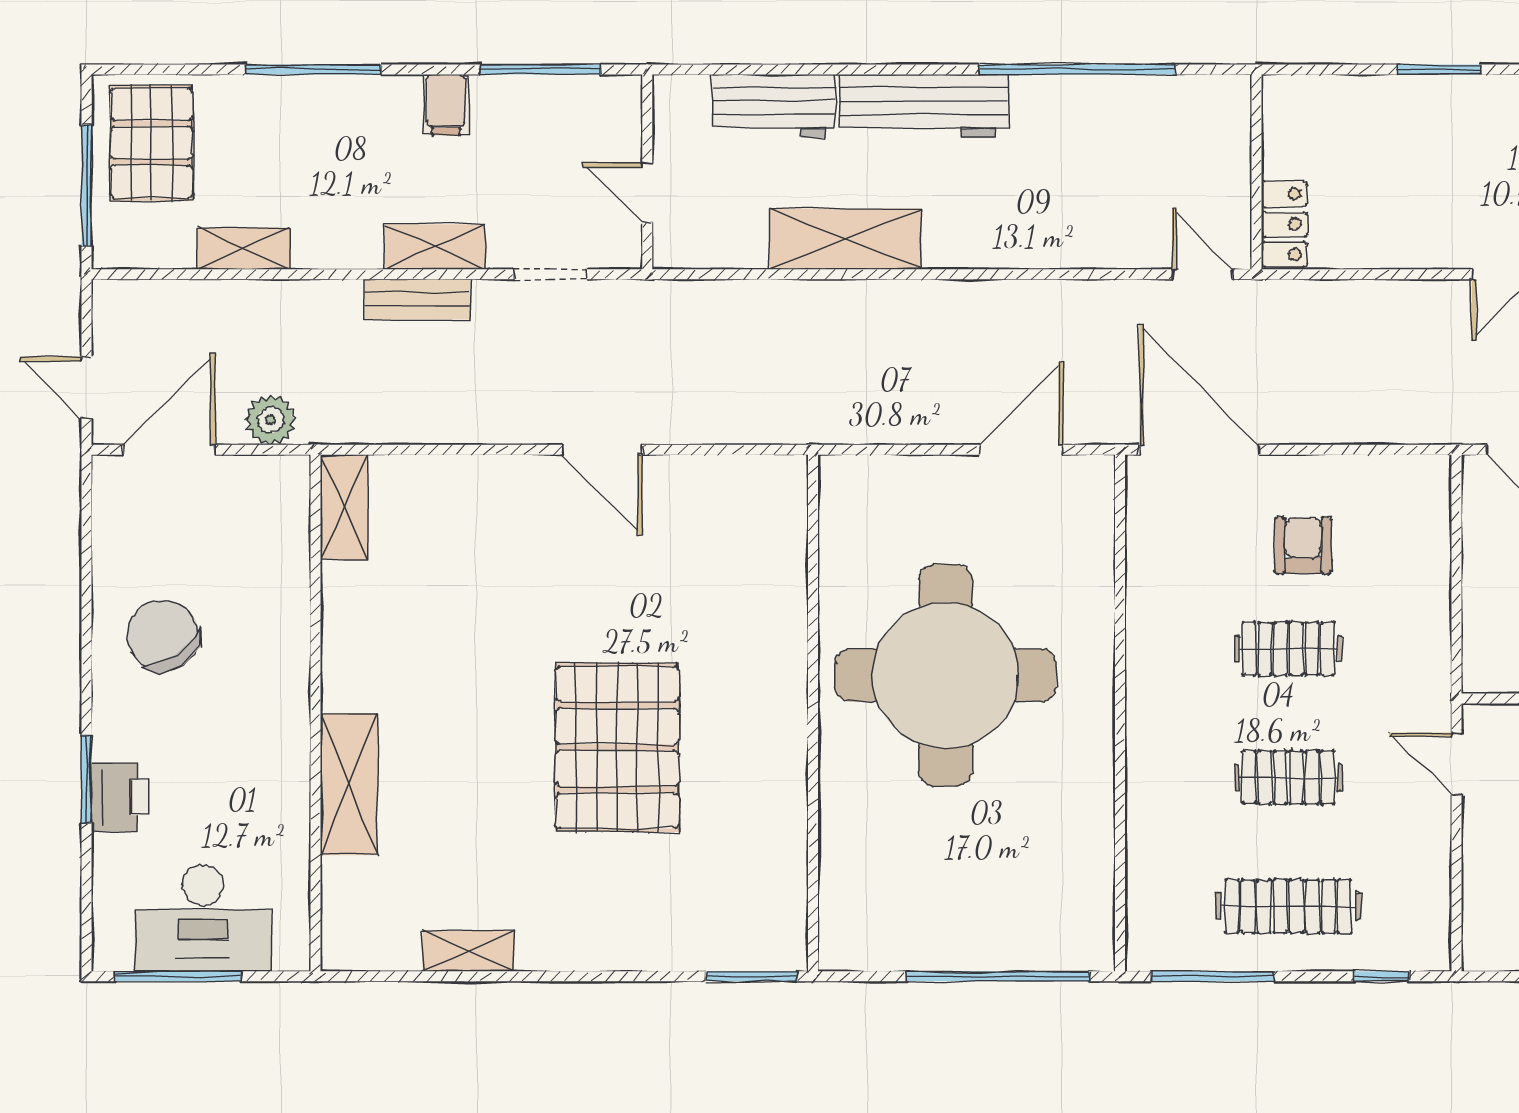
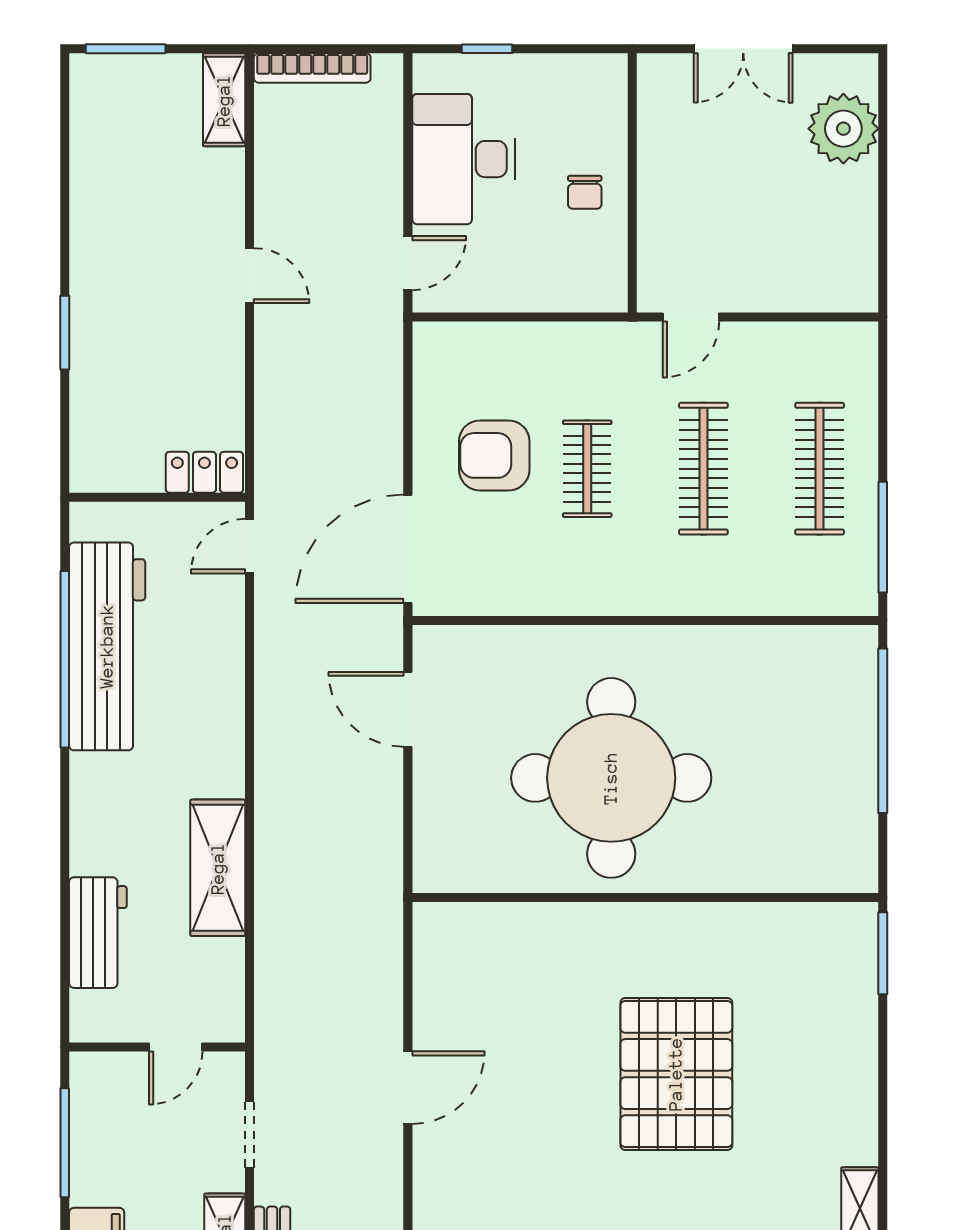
workbench: (924, 106) -> (107, 646), moved, width x1.36, depth x1.32
armchair: (1303, 545) -> (494, 455), width x1.38, depth x1.38
pallet: (617, 747) -> (676, 1074), turned 90
clothes rail: (1288, 777) -> (703, 469), width x1.36
window: (1382, 976) -> (883, 385), removed

